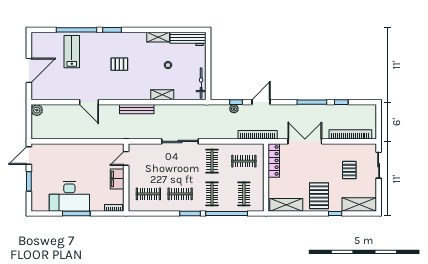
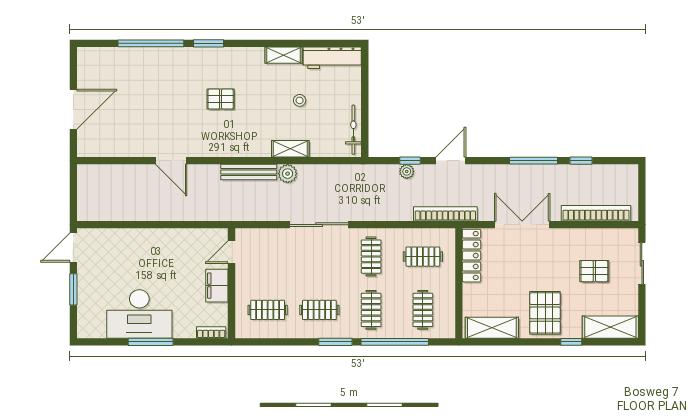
lab bench: (72, 52) -> (143, 79), removed
plant: (37, 110) -> (288, 174), moved
pallet: (349, 170) -> (594, 271), turned 90

